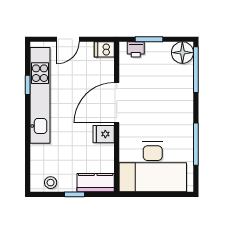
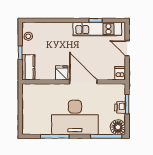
printer: (136, 49) -> (120, 107), moved
kitchen unit: (40, 95) -> (97, 29), width x0.73
desk: (153, 167) -> (75, 117), moved, turned -90

